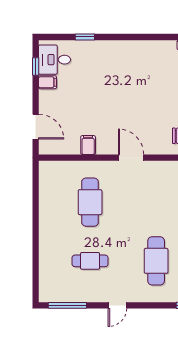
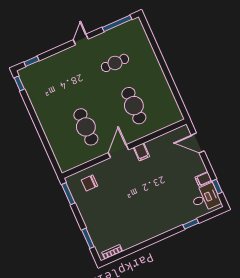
filing cabinet: (88, 145) -> (141, 152), moved
door: (131, 158) -> (118, 151), swing flipped
cafe table: (156, 261) -> (86, 127), moved

